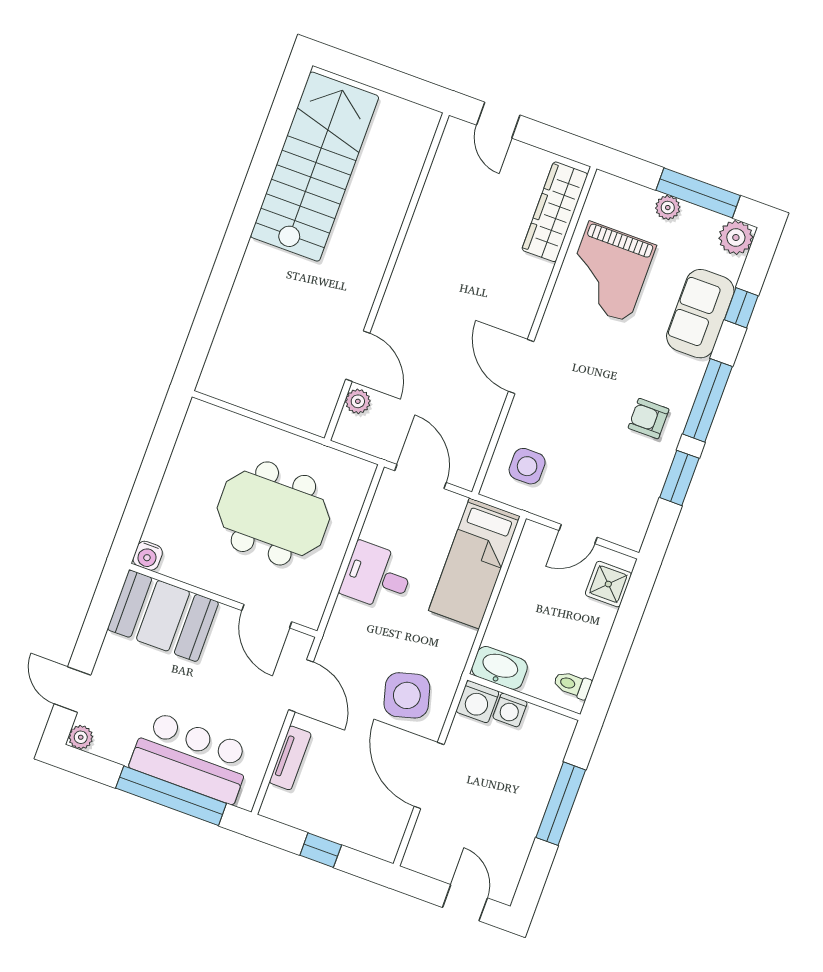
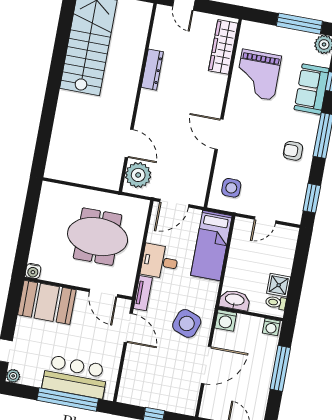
plant: (668, 208) -> (284, 34), removed
dresser: (421, 231) -> (152, 70), added
plant: (358, 401) -> (138, 175), width x1.88, depth x1.88
door: (421, 477) -> (174, 203), swing flipped
window: (679, 478) -> (312, 198), moved
shower: (608, 584) -> (279, 285), moved
side table: (407, 695) -> (187, 323), turned 35
washing machine: (510, 710) -> (271, 327), moved
tv unit: (290, 758) -> (143, 293), moved
door: (429, 775) -> (206, 365), swing flipped

